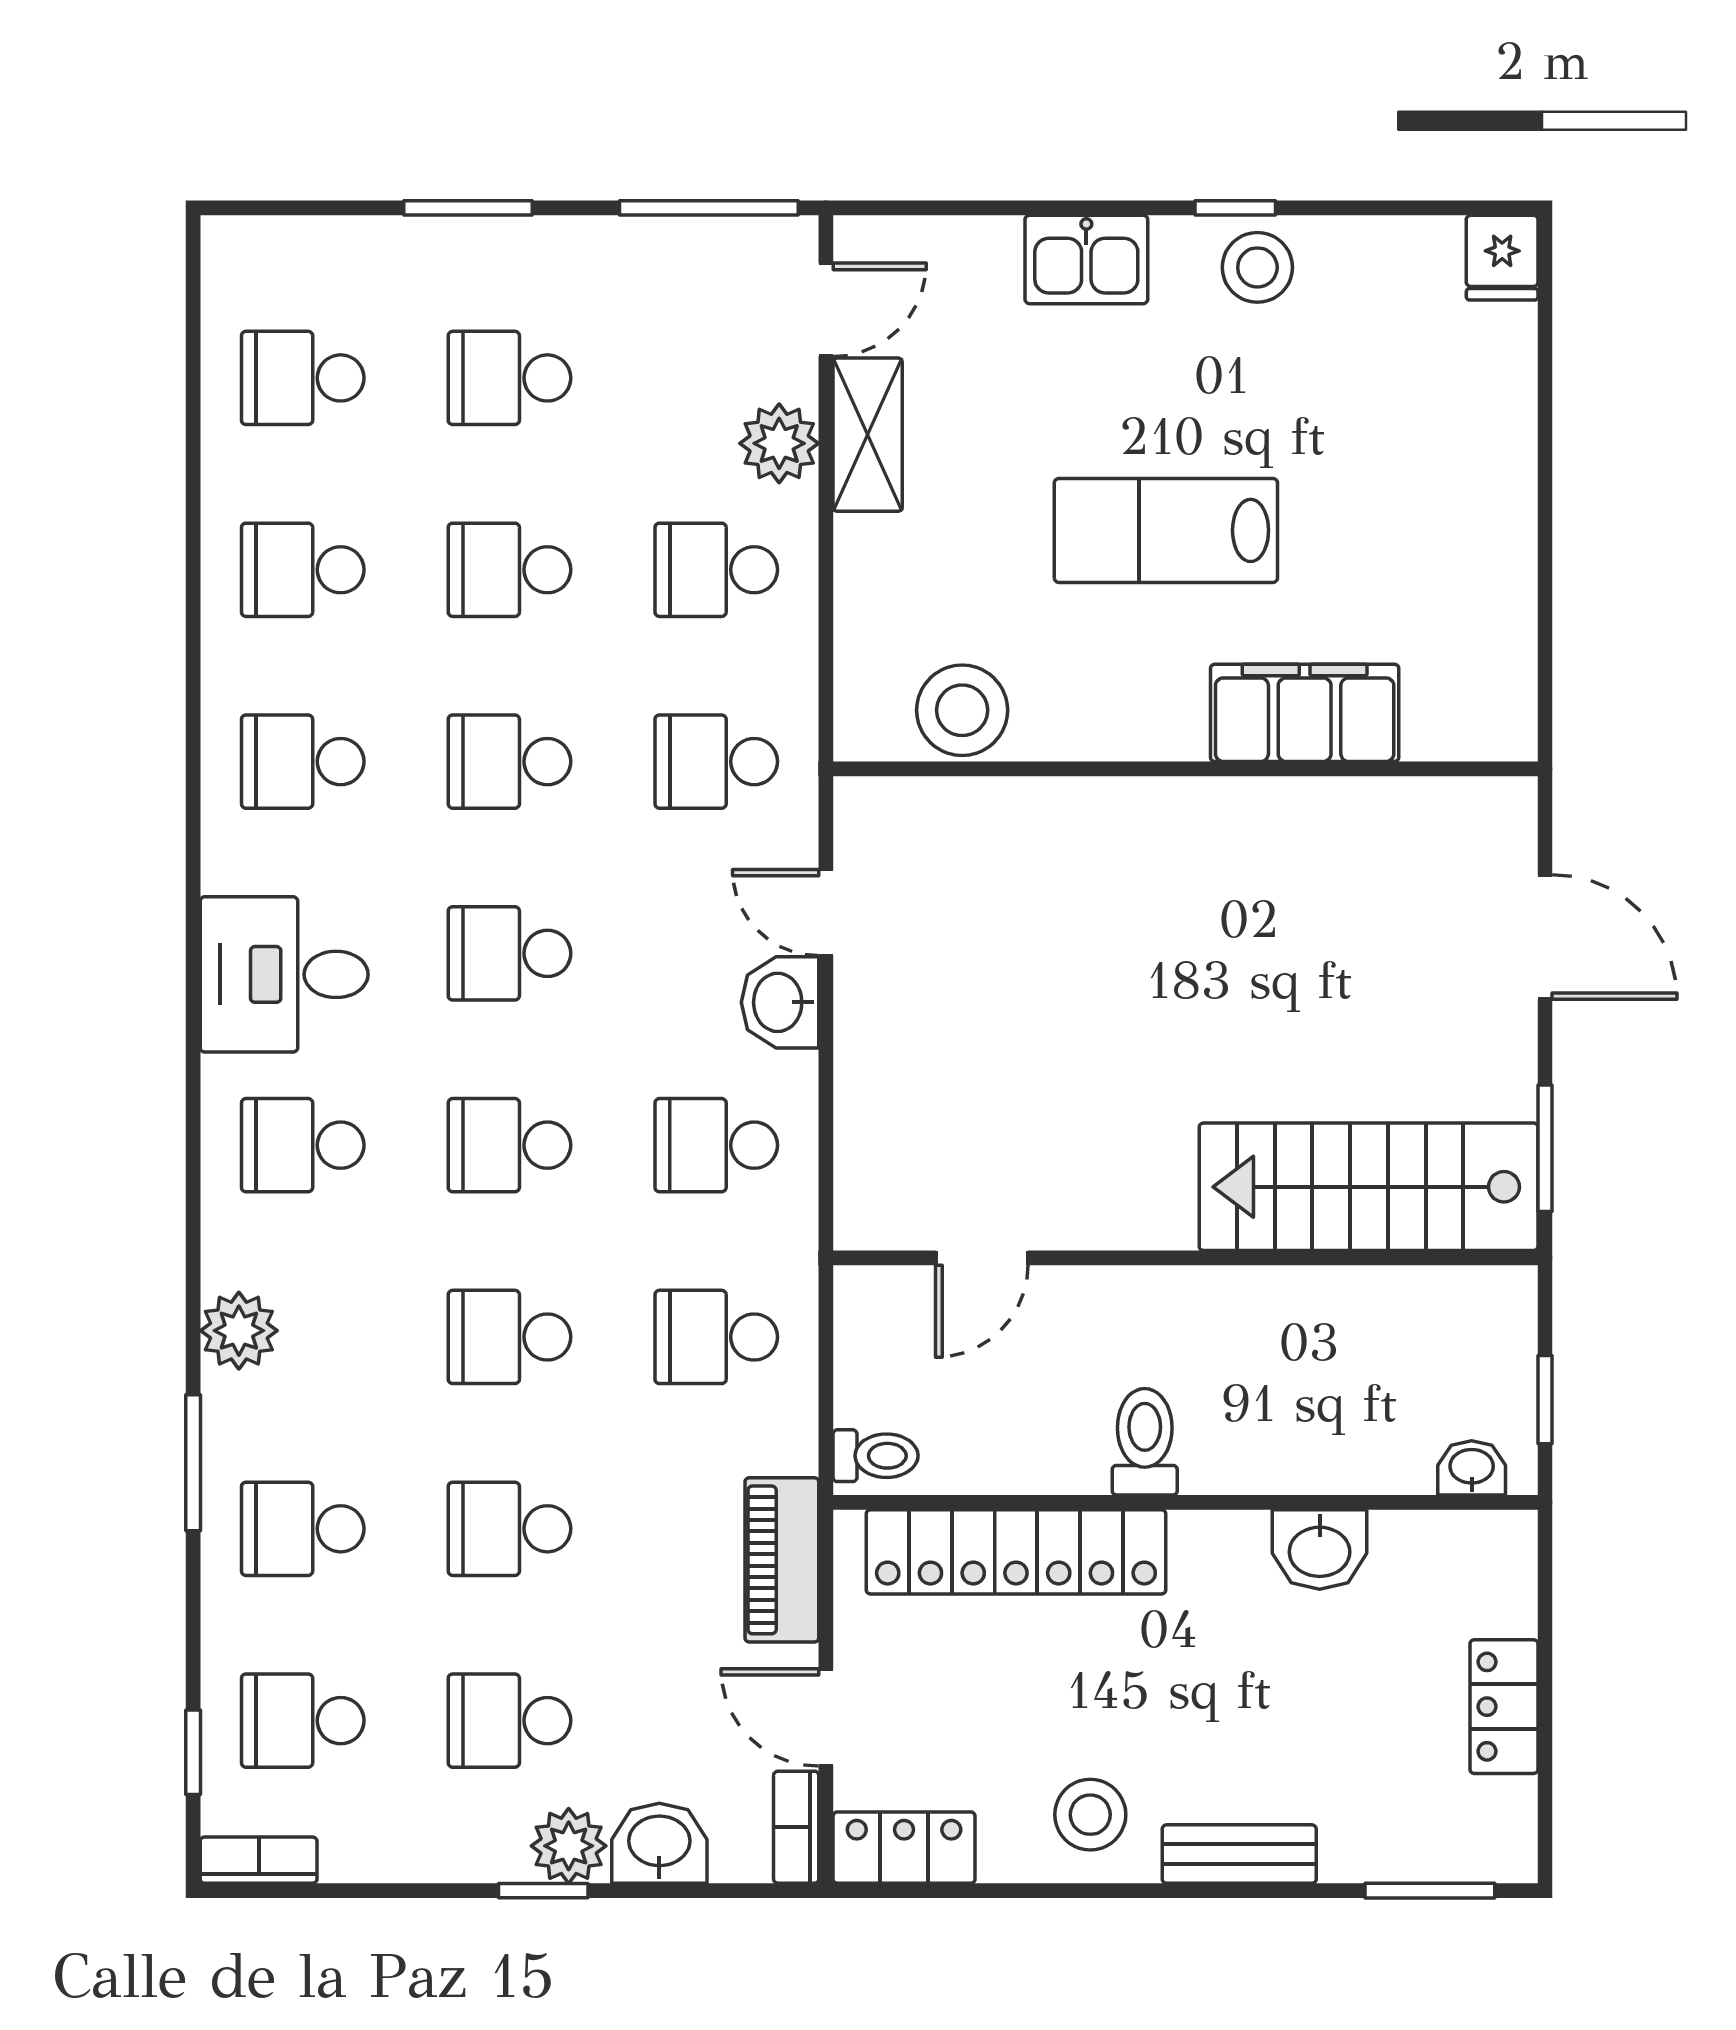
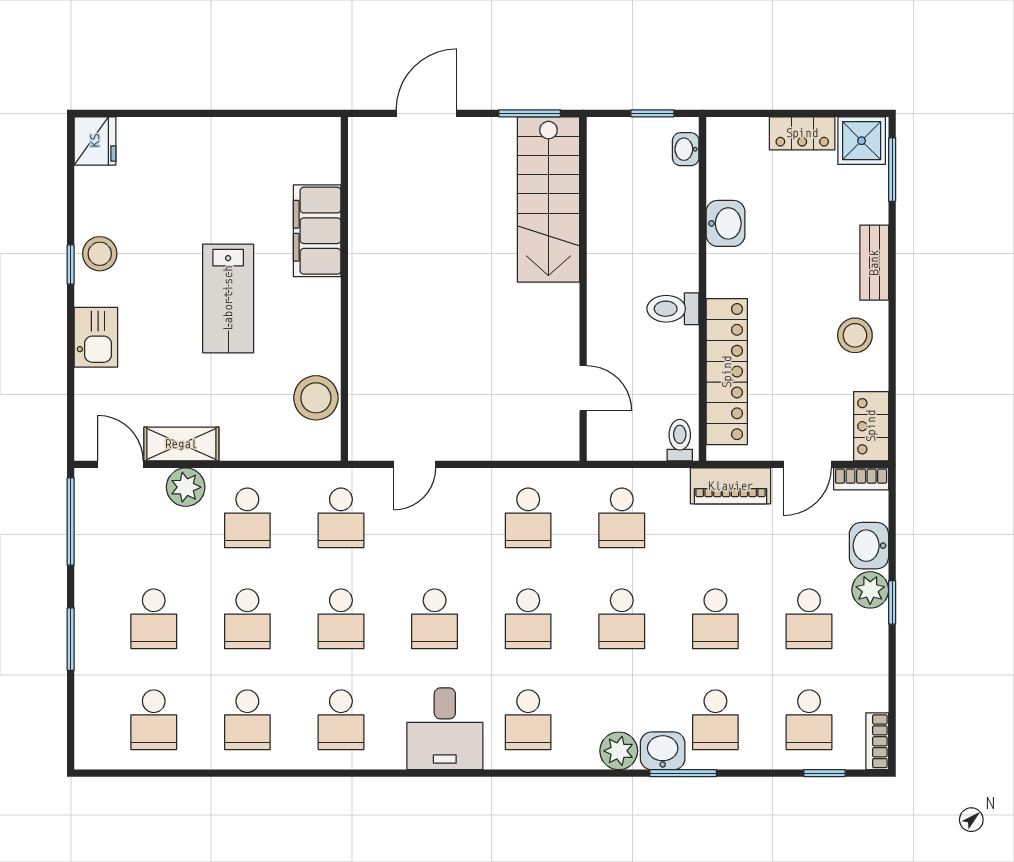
fridge: (1502, 258) -> (95, 141), width x1.38
washbasin: (780, 1002) -> (663, 751), moved, turned 180
shower: (1489, 1828) -> (862, 141), added

